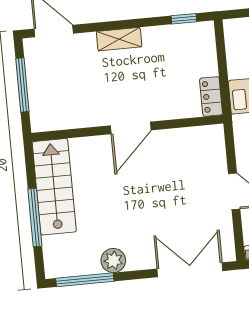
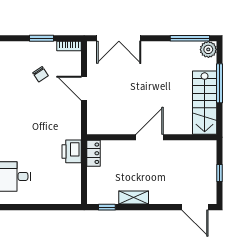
shelving: (119, 39) -> (134, 198), moved
window: (22, 85) -> (219, 173), width x0.46
plant: (113, 260) -> (208, 49), moved

